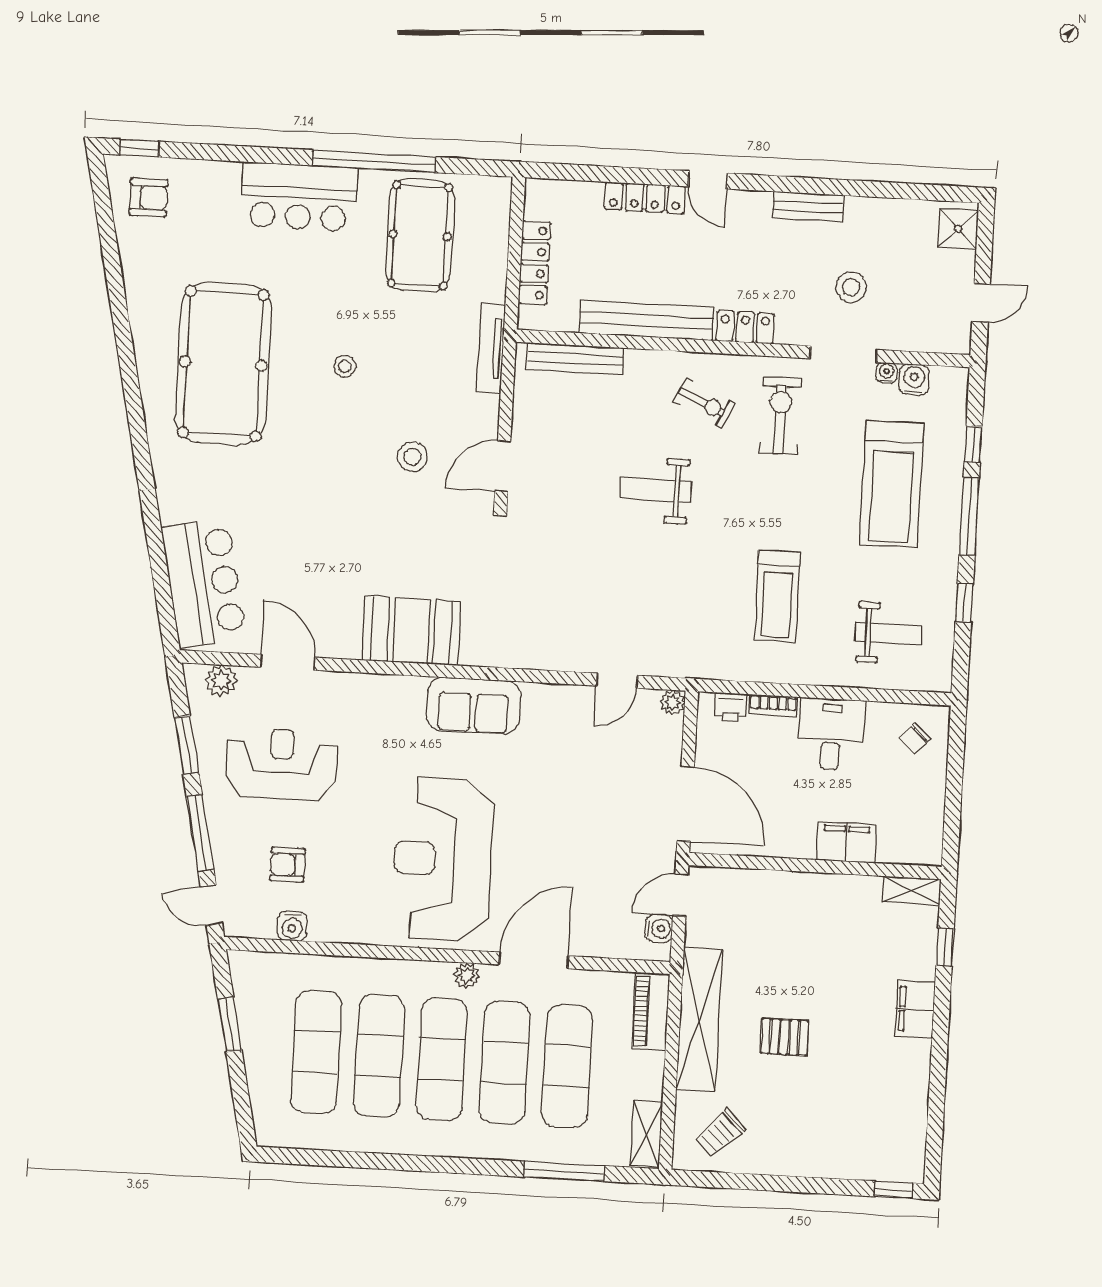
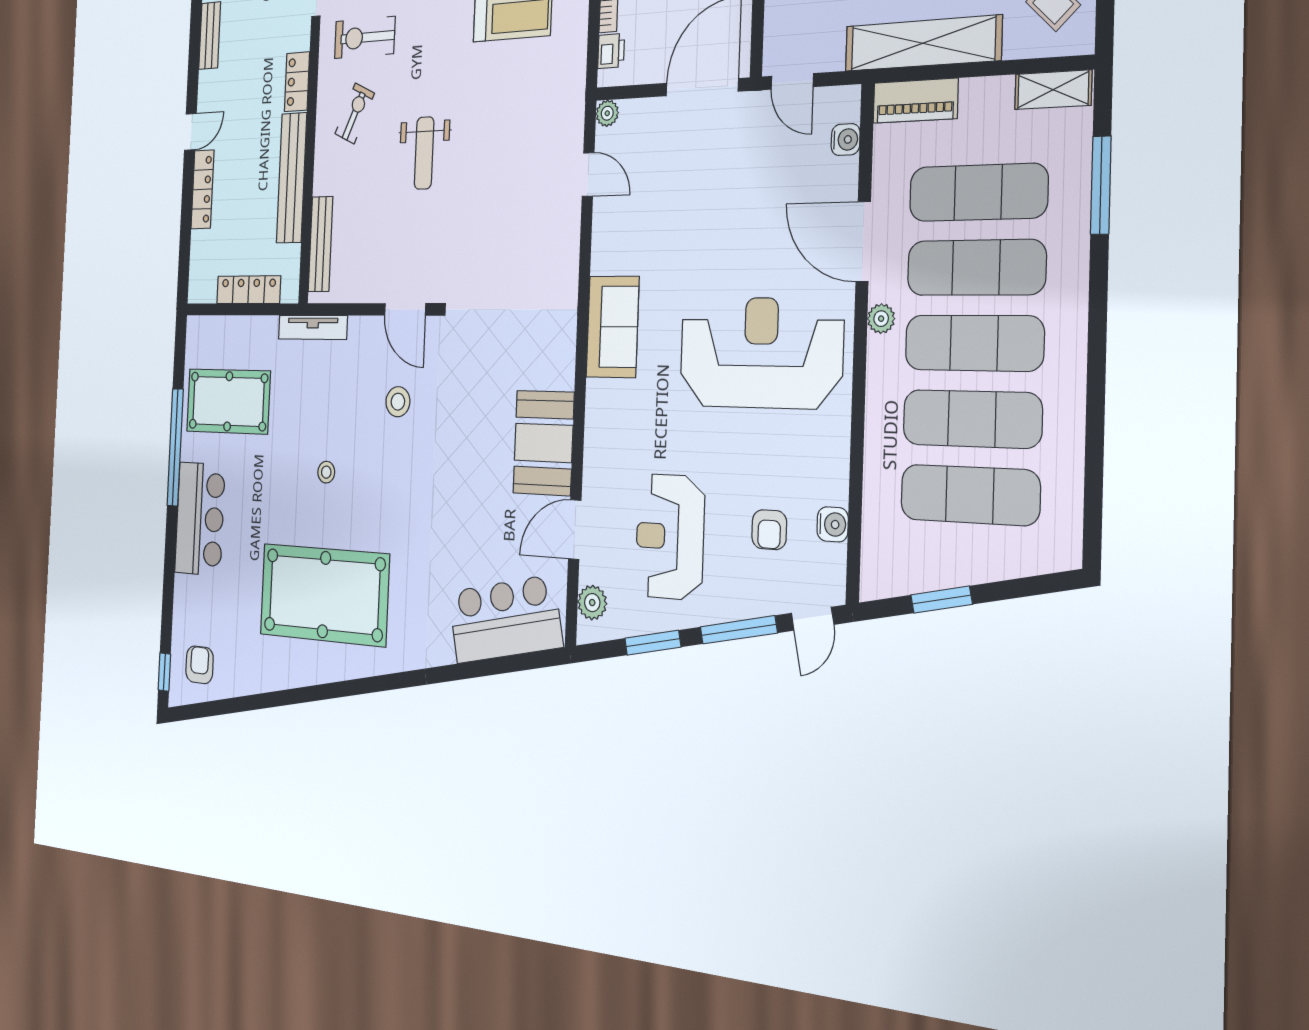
booth: (411, 631) -> (544, 443), moved
reception desk: (443, 859) -> (761, 353), turned 180
water cooler: (659, 928) -> (846, 140), moved, turned 90

